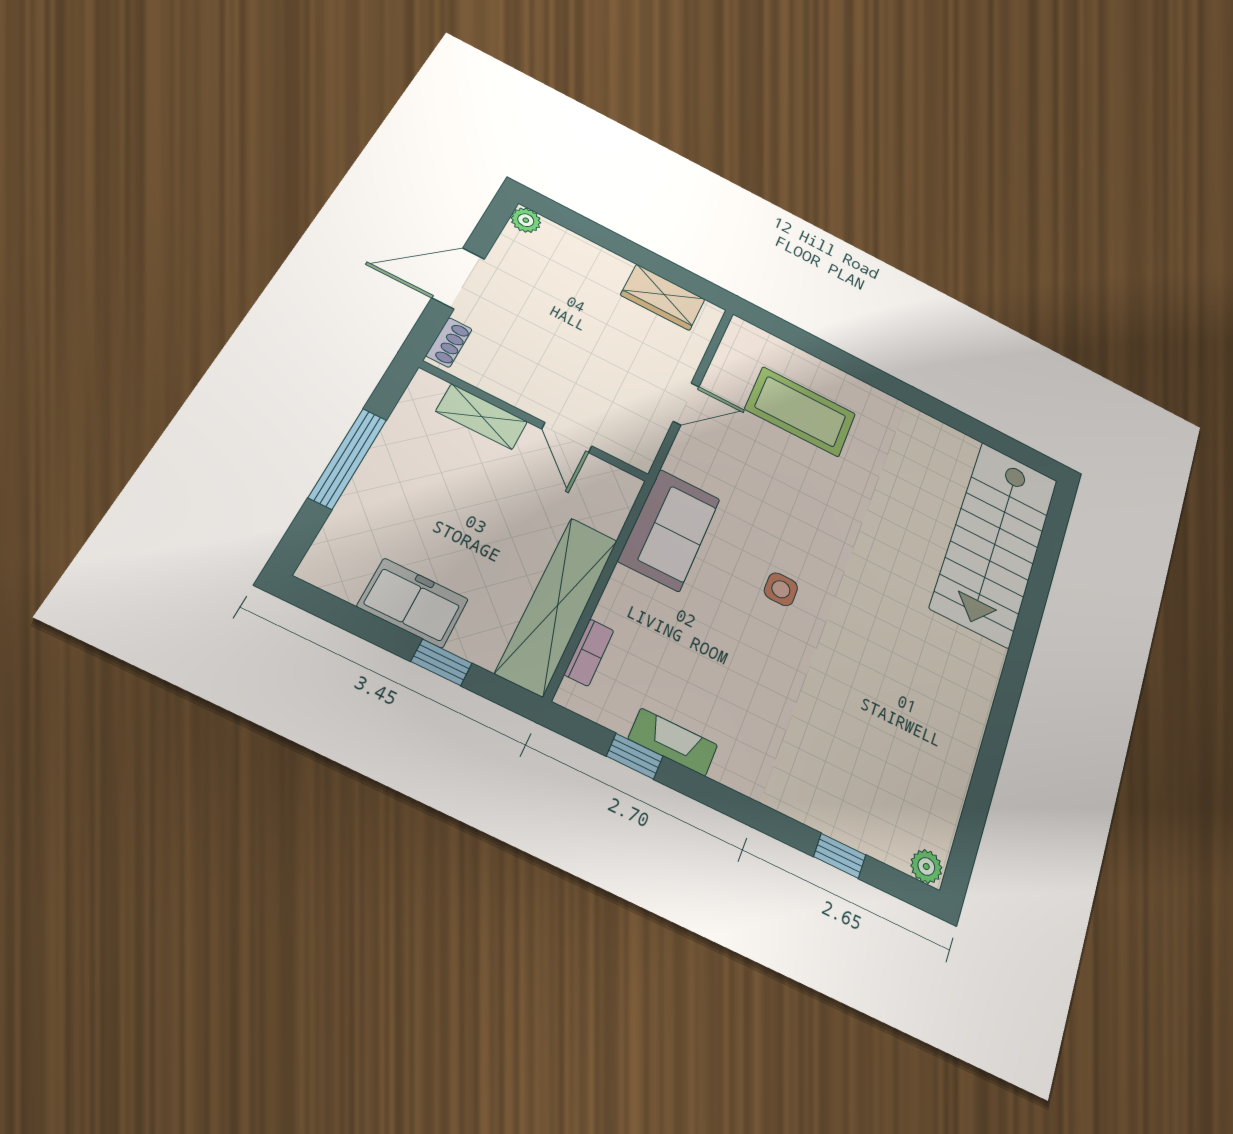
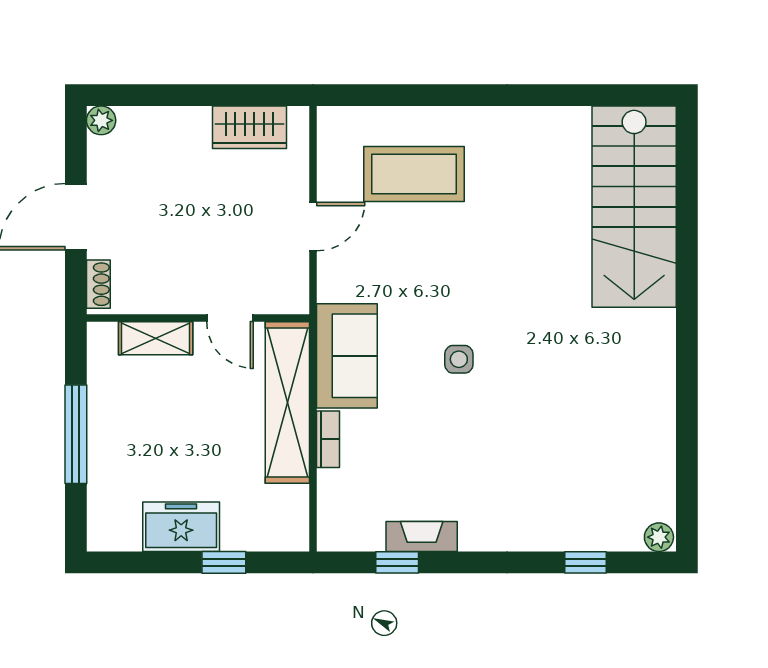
shelving: (558, 605) -> (287, 402), moved
bookcase: (589, 652) -> (328, 439), moved

